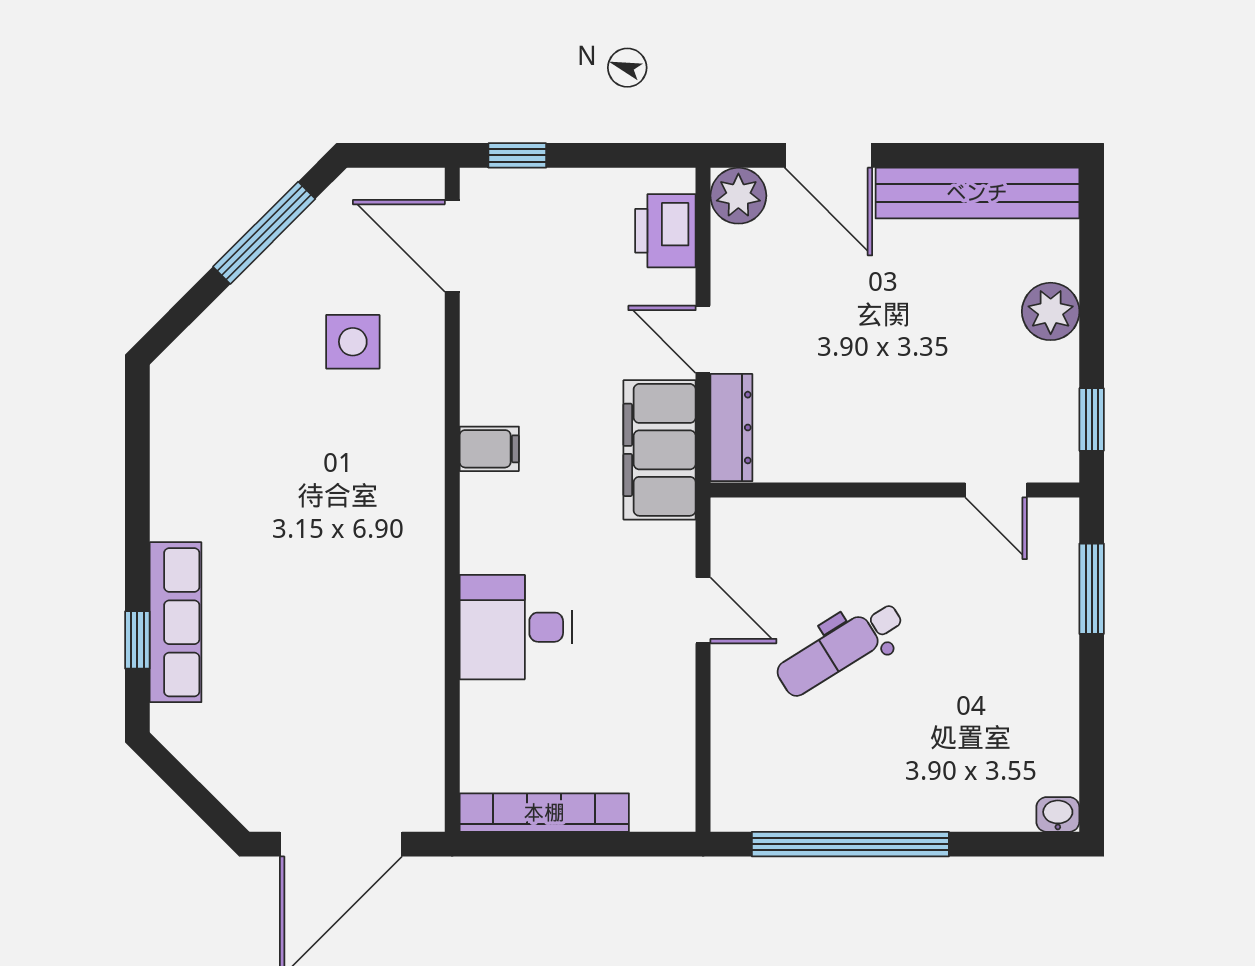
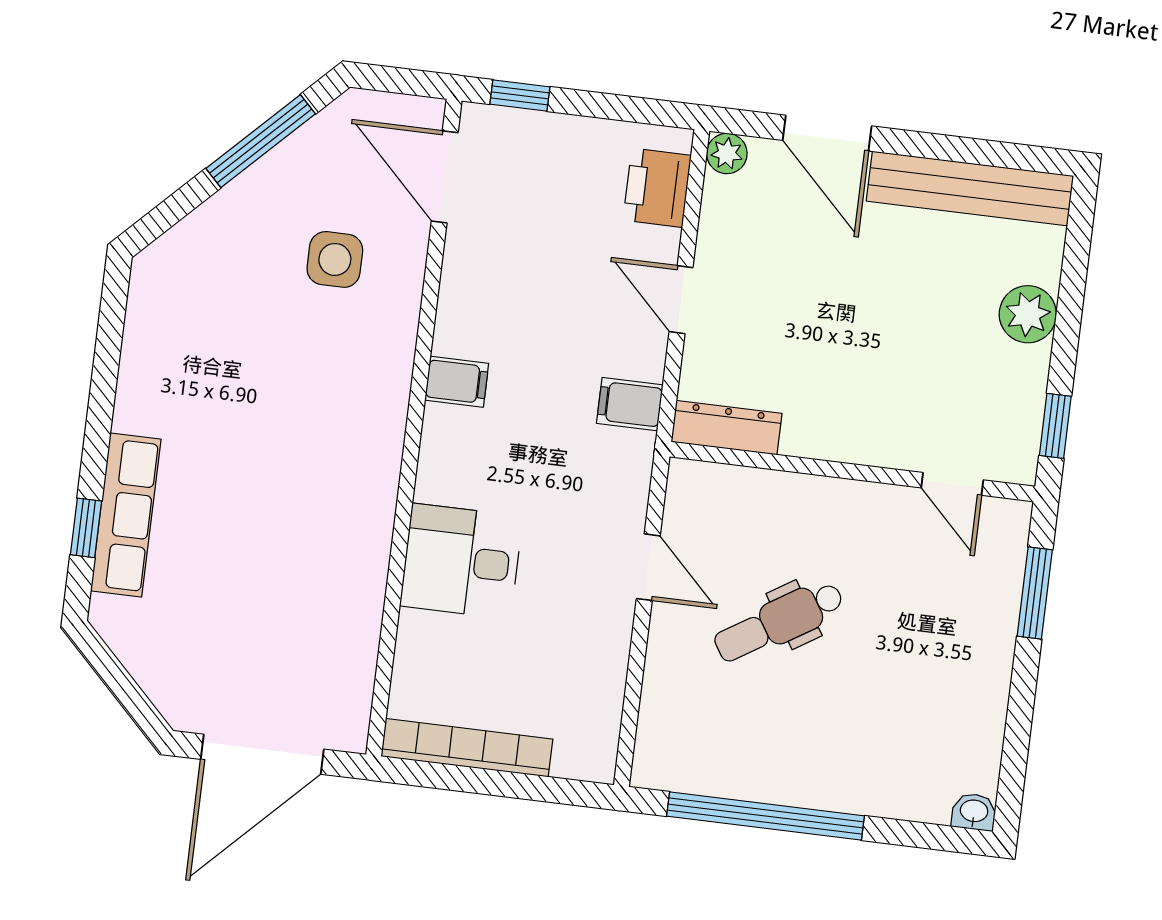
plant: (738, 196) -> (727, 154), width x0.73, depth x0.73
dresser: (731, 428) -> (727, 428), moved, turned -90
filing cabinet: (660, 450) -> (630, 404), width x0.33, depth x0.86

